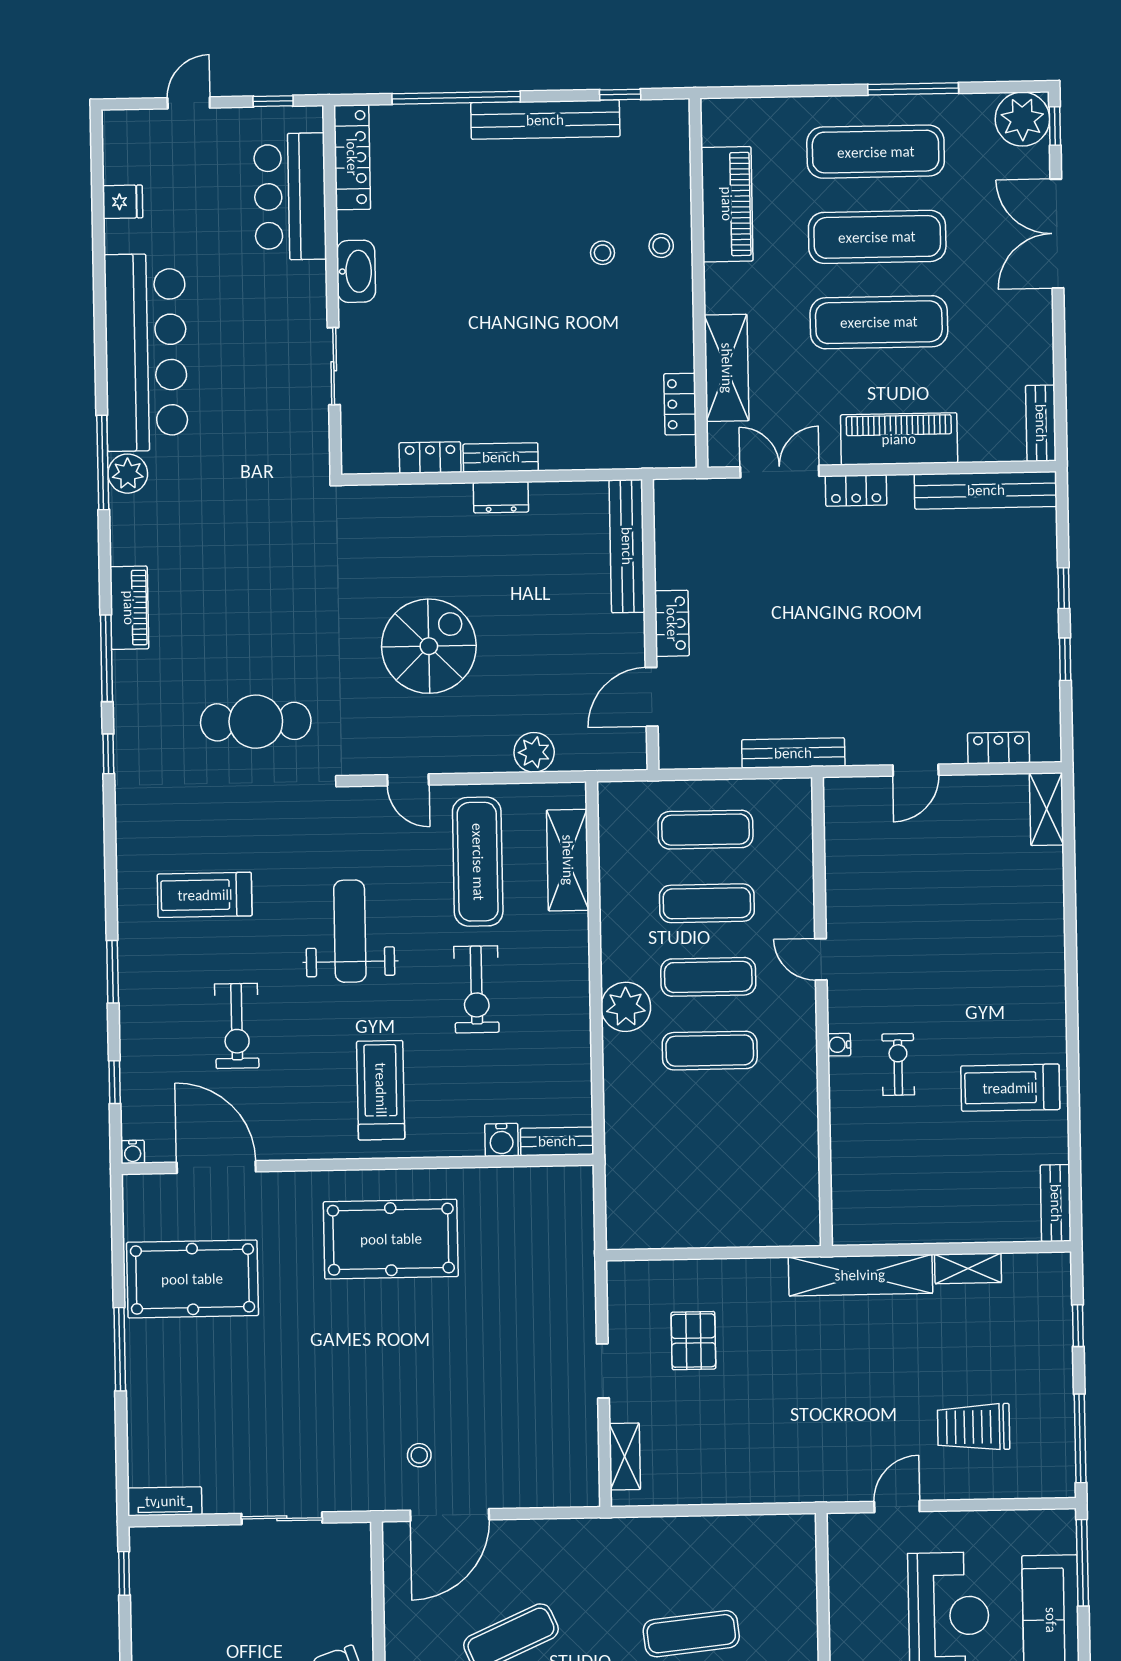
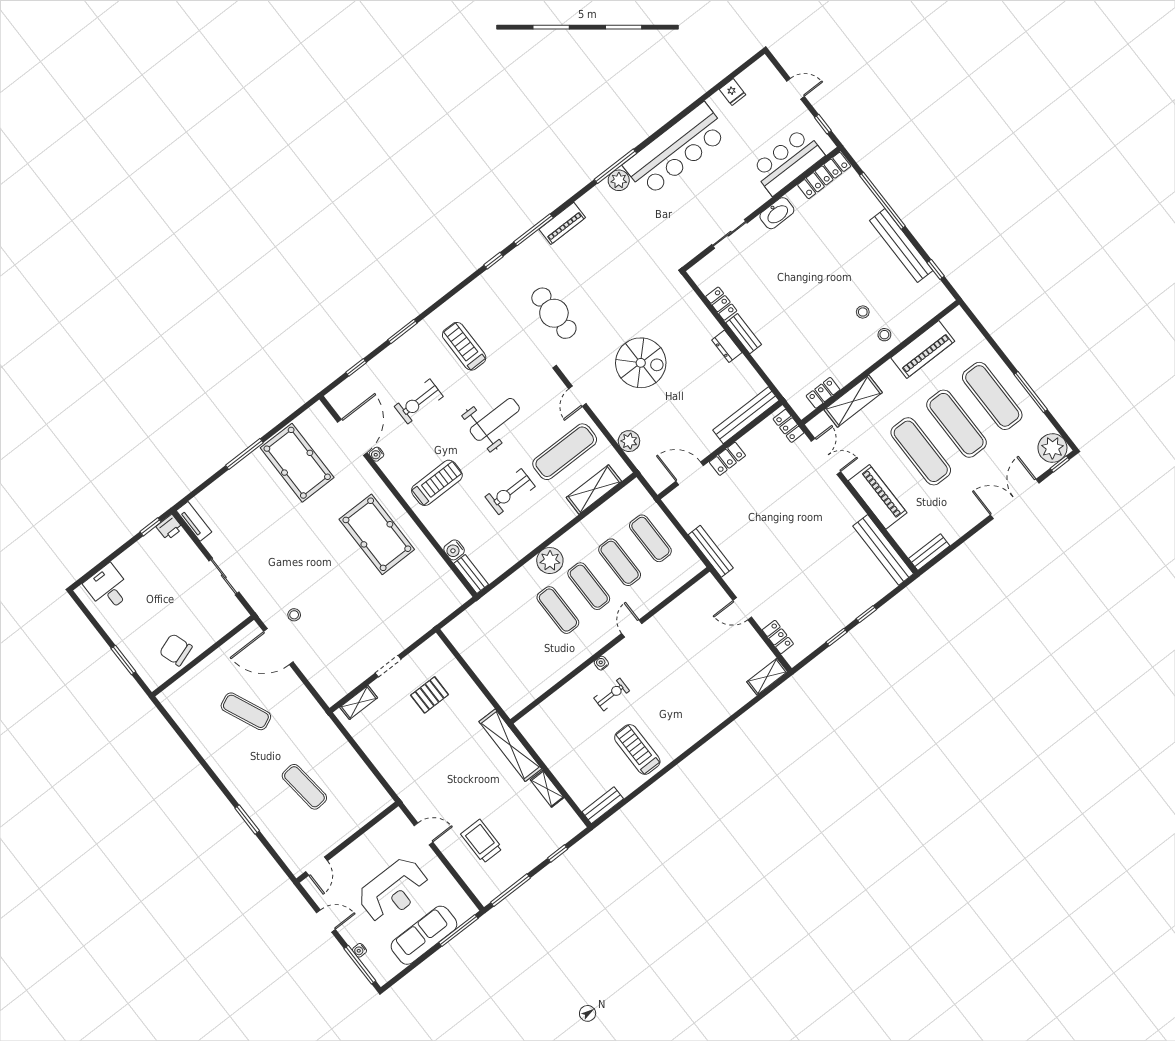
locker: (856, 490) -> (789, 426), moved
water cooler: (133, 1152) -> (377, 454), moved
printer: (146, 1545) -> (169, 527), added

